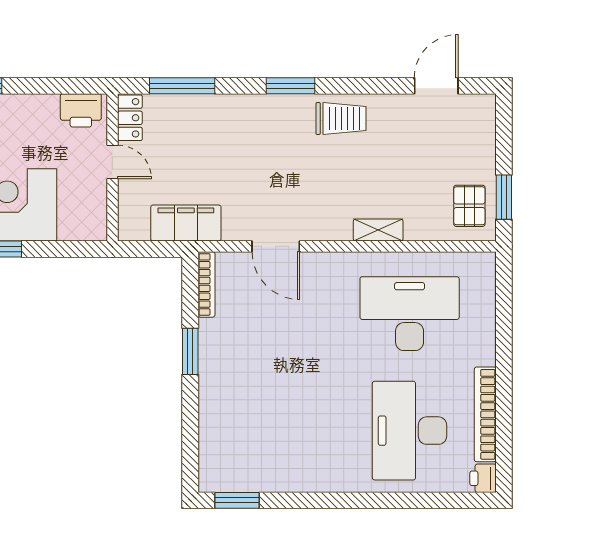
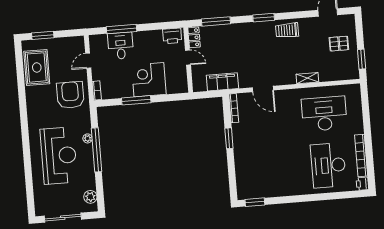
trolley: (341, 119) -> (287, 30), turned 180
pallet: (469, 206) -> (339, 44), moved, turned 90

